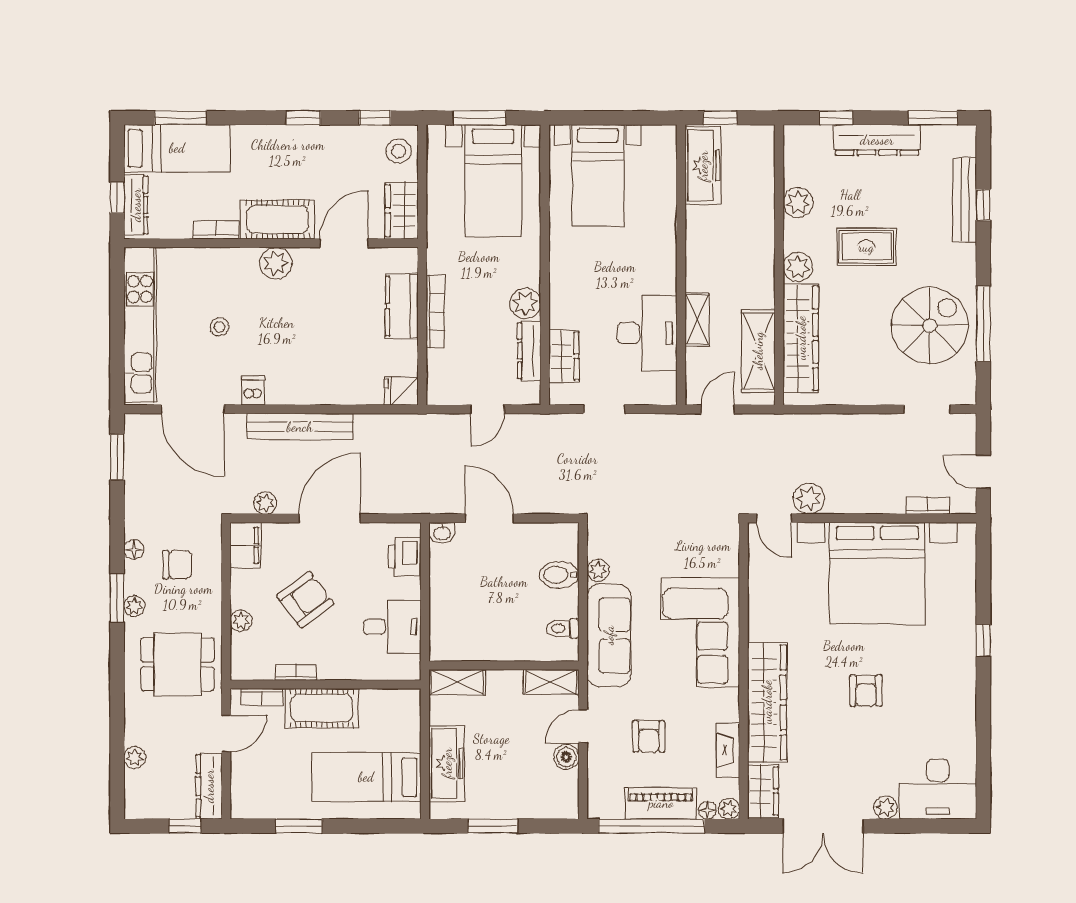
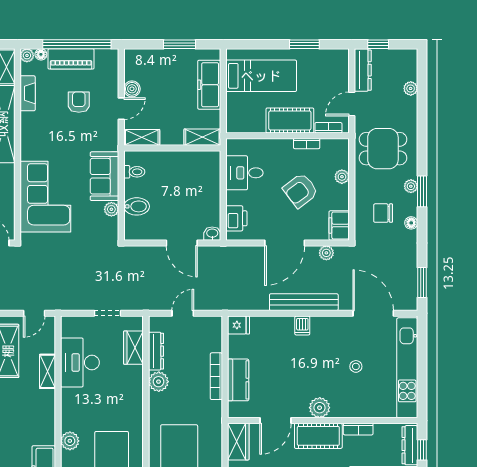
plant: (663, 212) -> (70, 441), added
dishwasher: (253, 390) -> (302, 326), moved
corner sofa: (700, 632) -> (45, 197), moved
sofa: (609, 635) -> (104, 176), width x0.73

